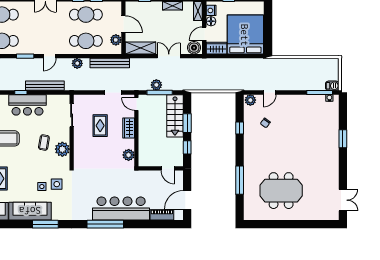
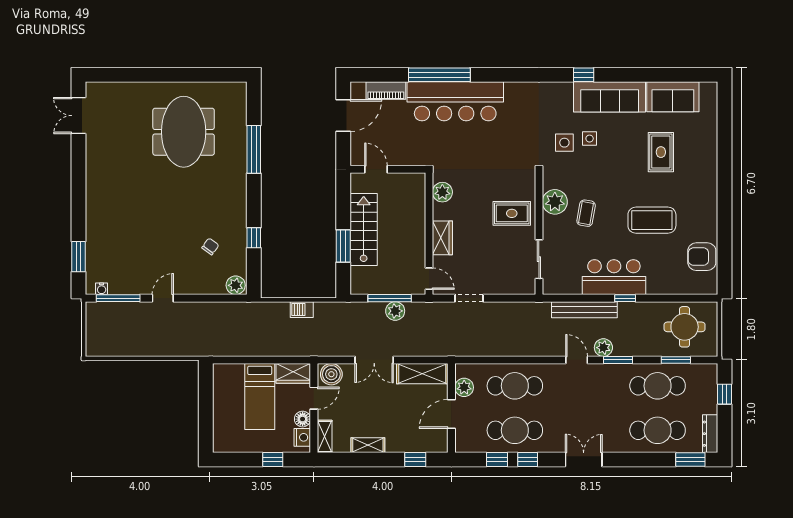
door: (123, 24) -> (451, 414), hinge flipped
bed: (245, 35) -> (260, 397), width x0.49
door: (50, 56) -> (577, 360), hinge flipped
plant: (77, 63) -> (603, 348), moved
bench: (110, 63) -> (474, 348), removed
barbecue: (332, 86) -> (302, 310), moved
door: (270, 92) -> (163, 298), moved
stairs: (175, 116) -> (364, 229), moved
rug: (100, 126) -> (512, 213), moved, turned 90
window: (343, 139) -> (79, 257), moved
window: (187, 147) -> (343, 205), removed
meeting table: (281, 191) -> (184, 132), turned 90
window: (45, 224) -> (584, 75), width x0.46
window: (105, 224) -> (439, 75), moved

